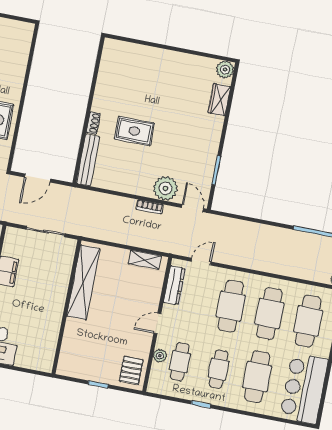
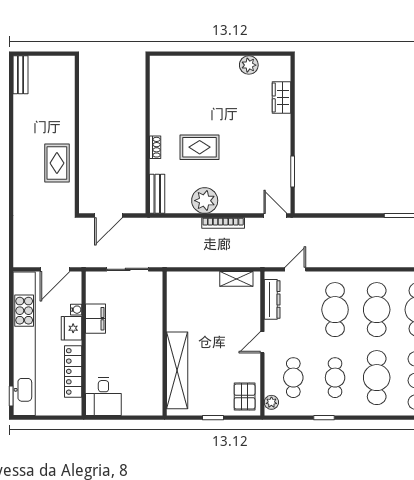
plant: (225, 70) -> (249, 65), moved
bench: (88, 160) -> (157, 194), width x0.73
plant: (165, 188) -> (205, 201), moved
bookcase: (150, 207) -> (223, 223), width x1.56
shelving: (83, 282) -> (177, 370), moved
plant: (160, 356) -> (271, 402), moved

